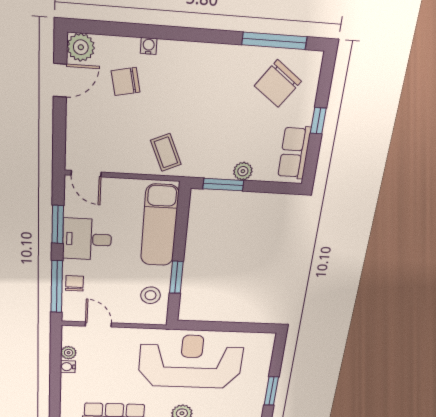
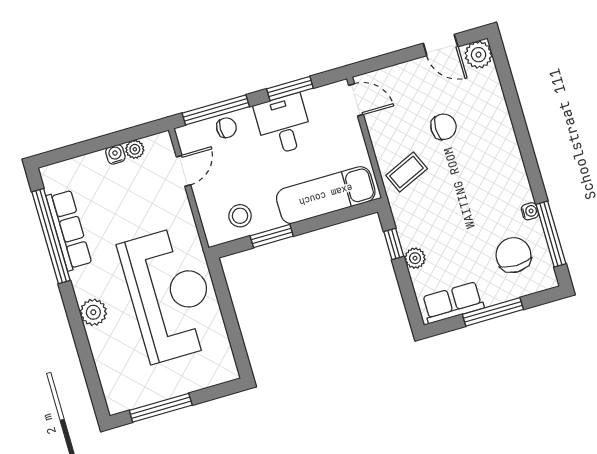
water cooler: (149, 46) -> (530, 211), moved
chair: (126, 82) -> (444, 127), moved, turned 102
chair: (278, 84) -> (513, 255), turned 54
window: (318, 121) -> (493, 312), width x2.17
door: (86, 174) -> (356, 100), swing flipped
window: (223, 185) -> (394, 244), width x0.67
window: (271, 391) -> (161, 408), width x1.44

